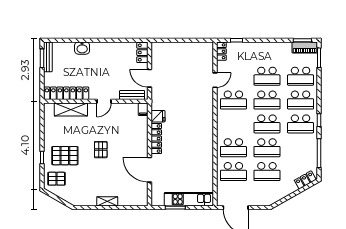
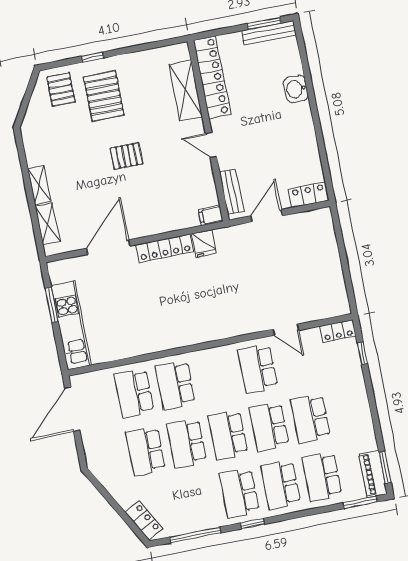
shelving: (130, 201) -> (47, 224), added

